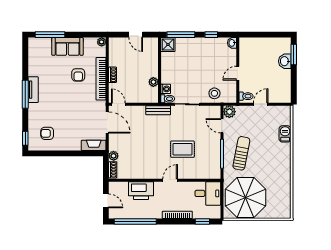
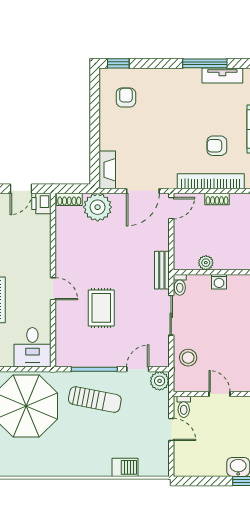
washing machine: (166, 89) -> (219, 282), moved
tv unit: (33, 90) -> (222, 75), moved
window: (25, 94) -> (205, 63), moved
plant: (114, 156) -> (98, 207), width x1.87, depth x1.87
printer: (141, 191) -> (41, 203), moved, width x0.53, depth x0.68

